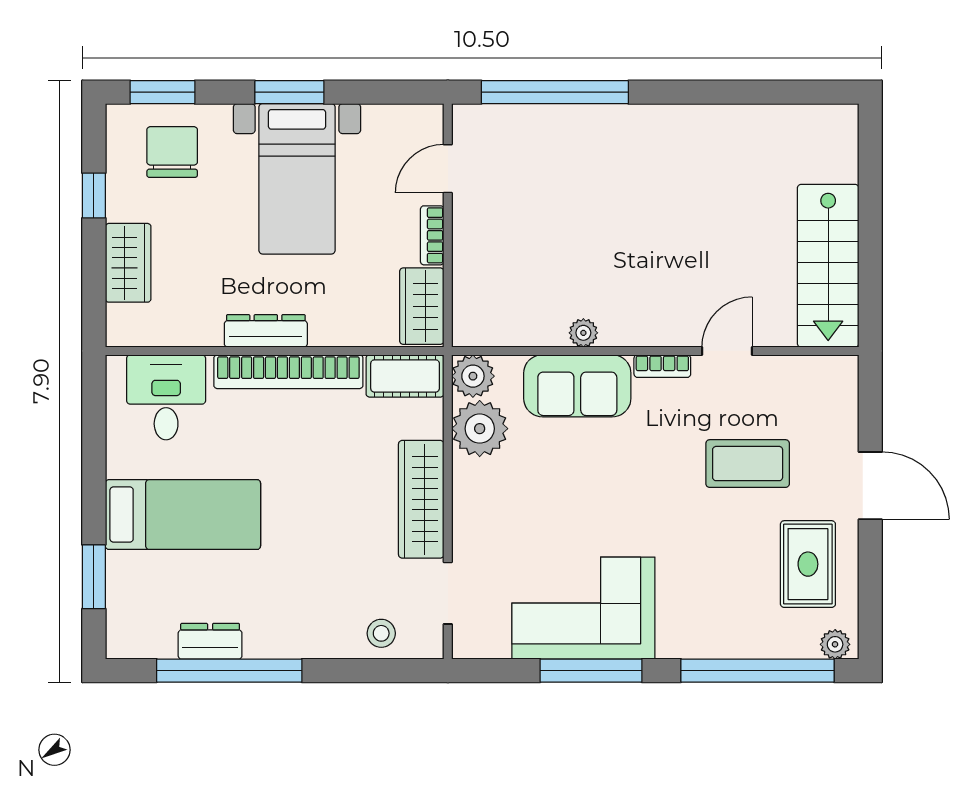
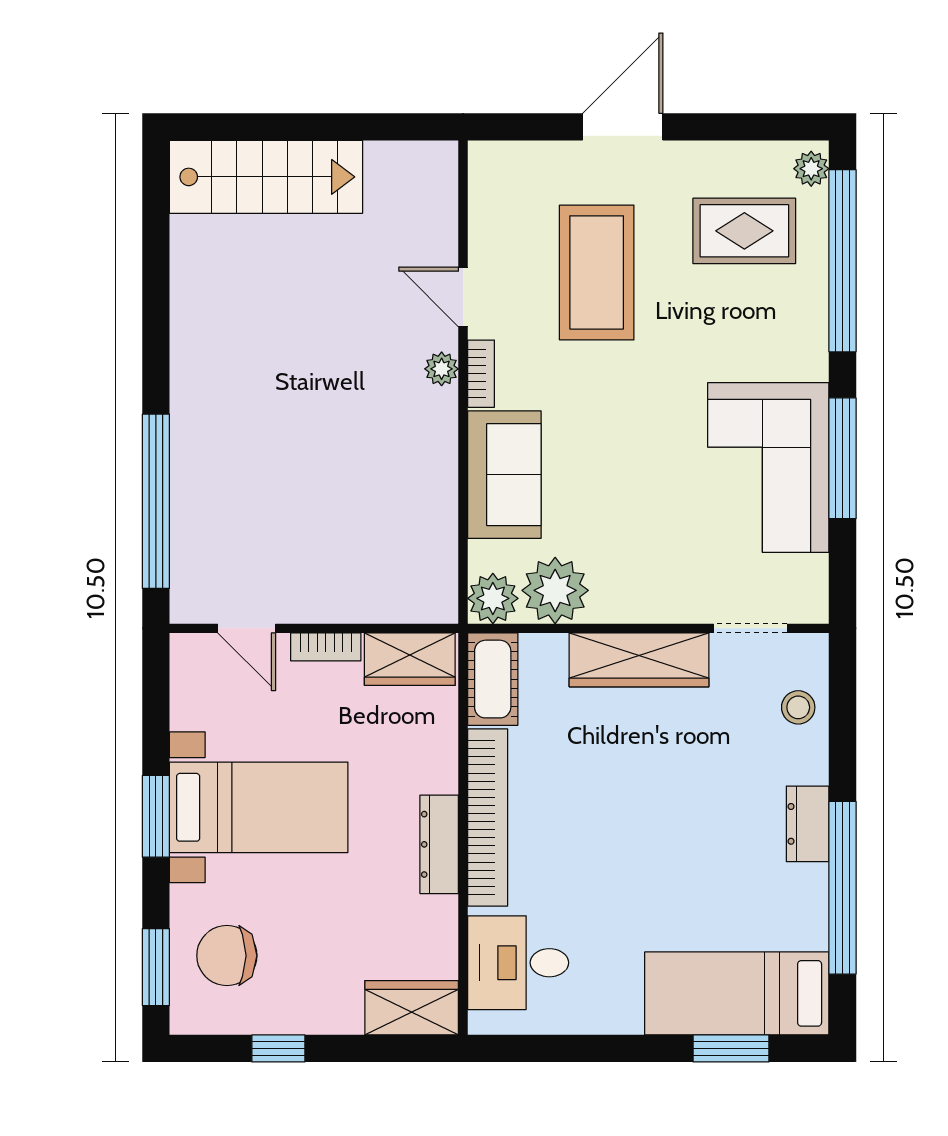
wardrobe: (128, 263) -> (412, 1008), moved
stairs: (828, 266) -> (266, 177), moved
plant: (583, 333) -> (442, 369), moved
coffee table: (748, 464) -> (597, 272), width x1.36, depth x1.32
bed: (183, 515) -> (737, 993), moved, turned -90
rug: (808, 564) -> (744, 231), moved
dresser: (210, 641) -> (808, 824), moved

